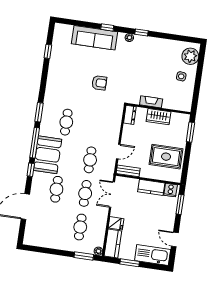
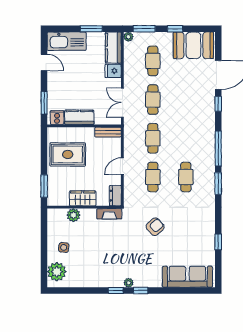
window: (107, 27) -> (141, 291), moved
sofa: (94, 38) -> (187, 277), moved
window: (48, 51) -> (218, 242), moved
armchair: (99, 83) -> (155, 227), turned 138
fireplace: (151, 102) -> (109, 214), moved
plant: (169, 103) -> (73, 215), added
door: (118, 152) -> (122, 166), moved
booth: (48, 155) -> (193, 45), moved, turned 90
window: (31, 170) -> (218, 104), moved
cafe table: (56, 189) -> (153, 177), moved
double door: (112, 195) -> (122, 103), swing flipped
window: (57, 252) -> (175, 29), added

